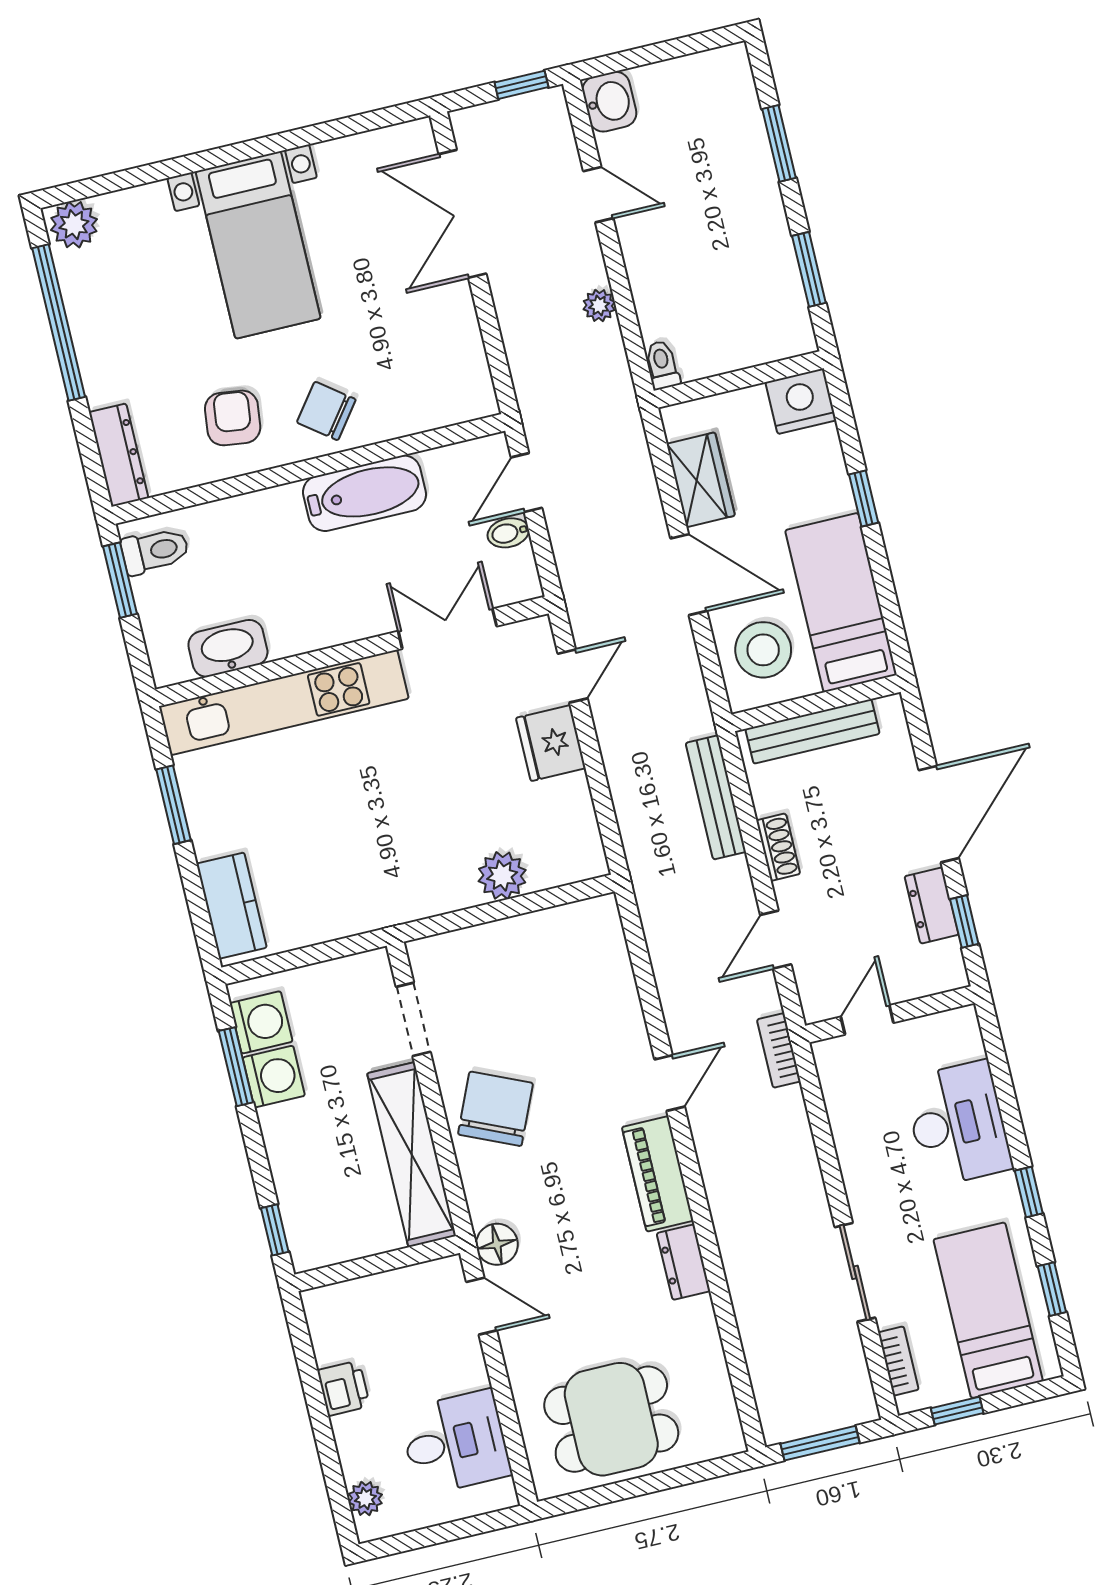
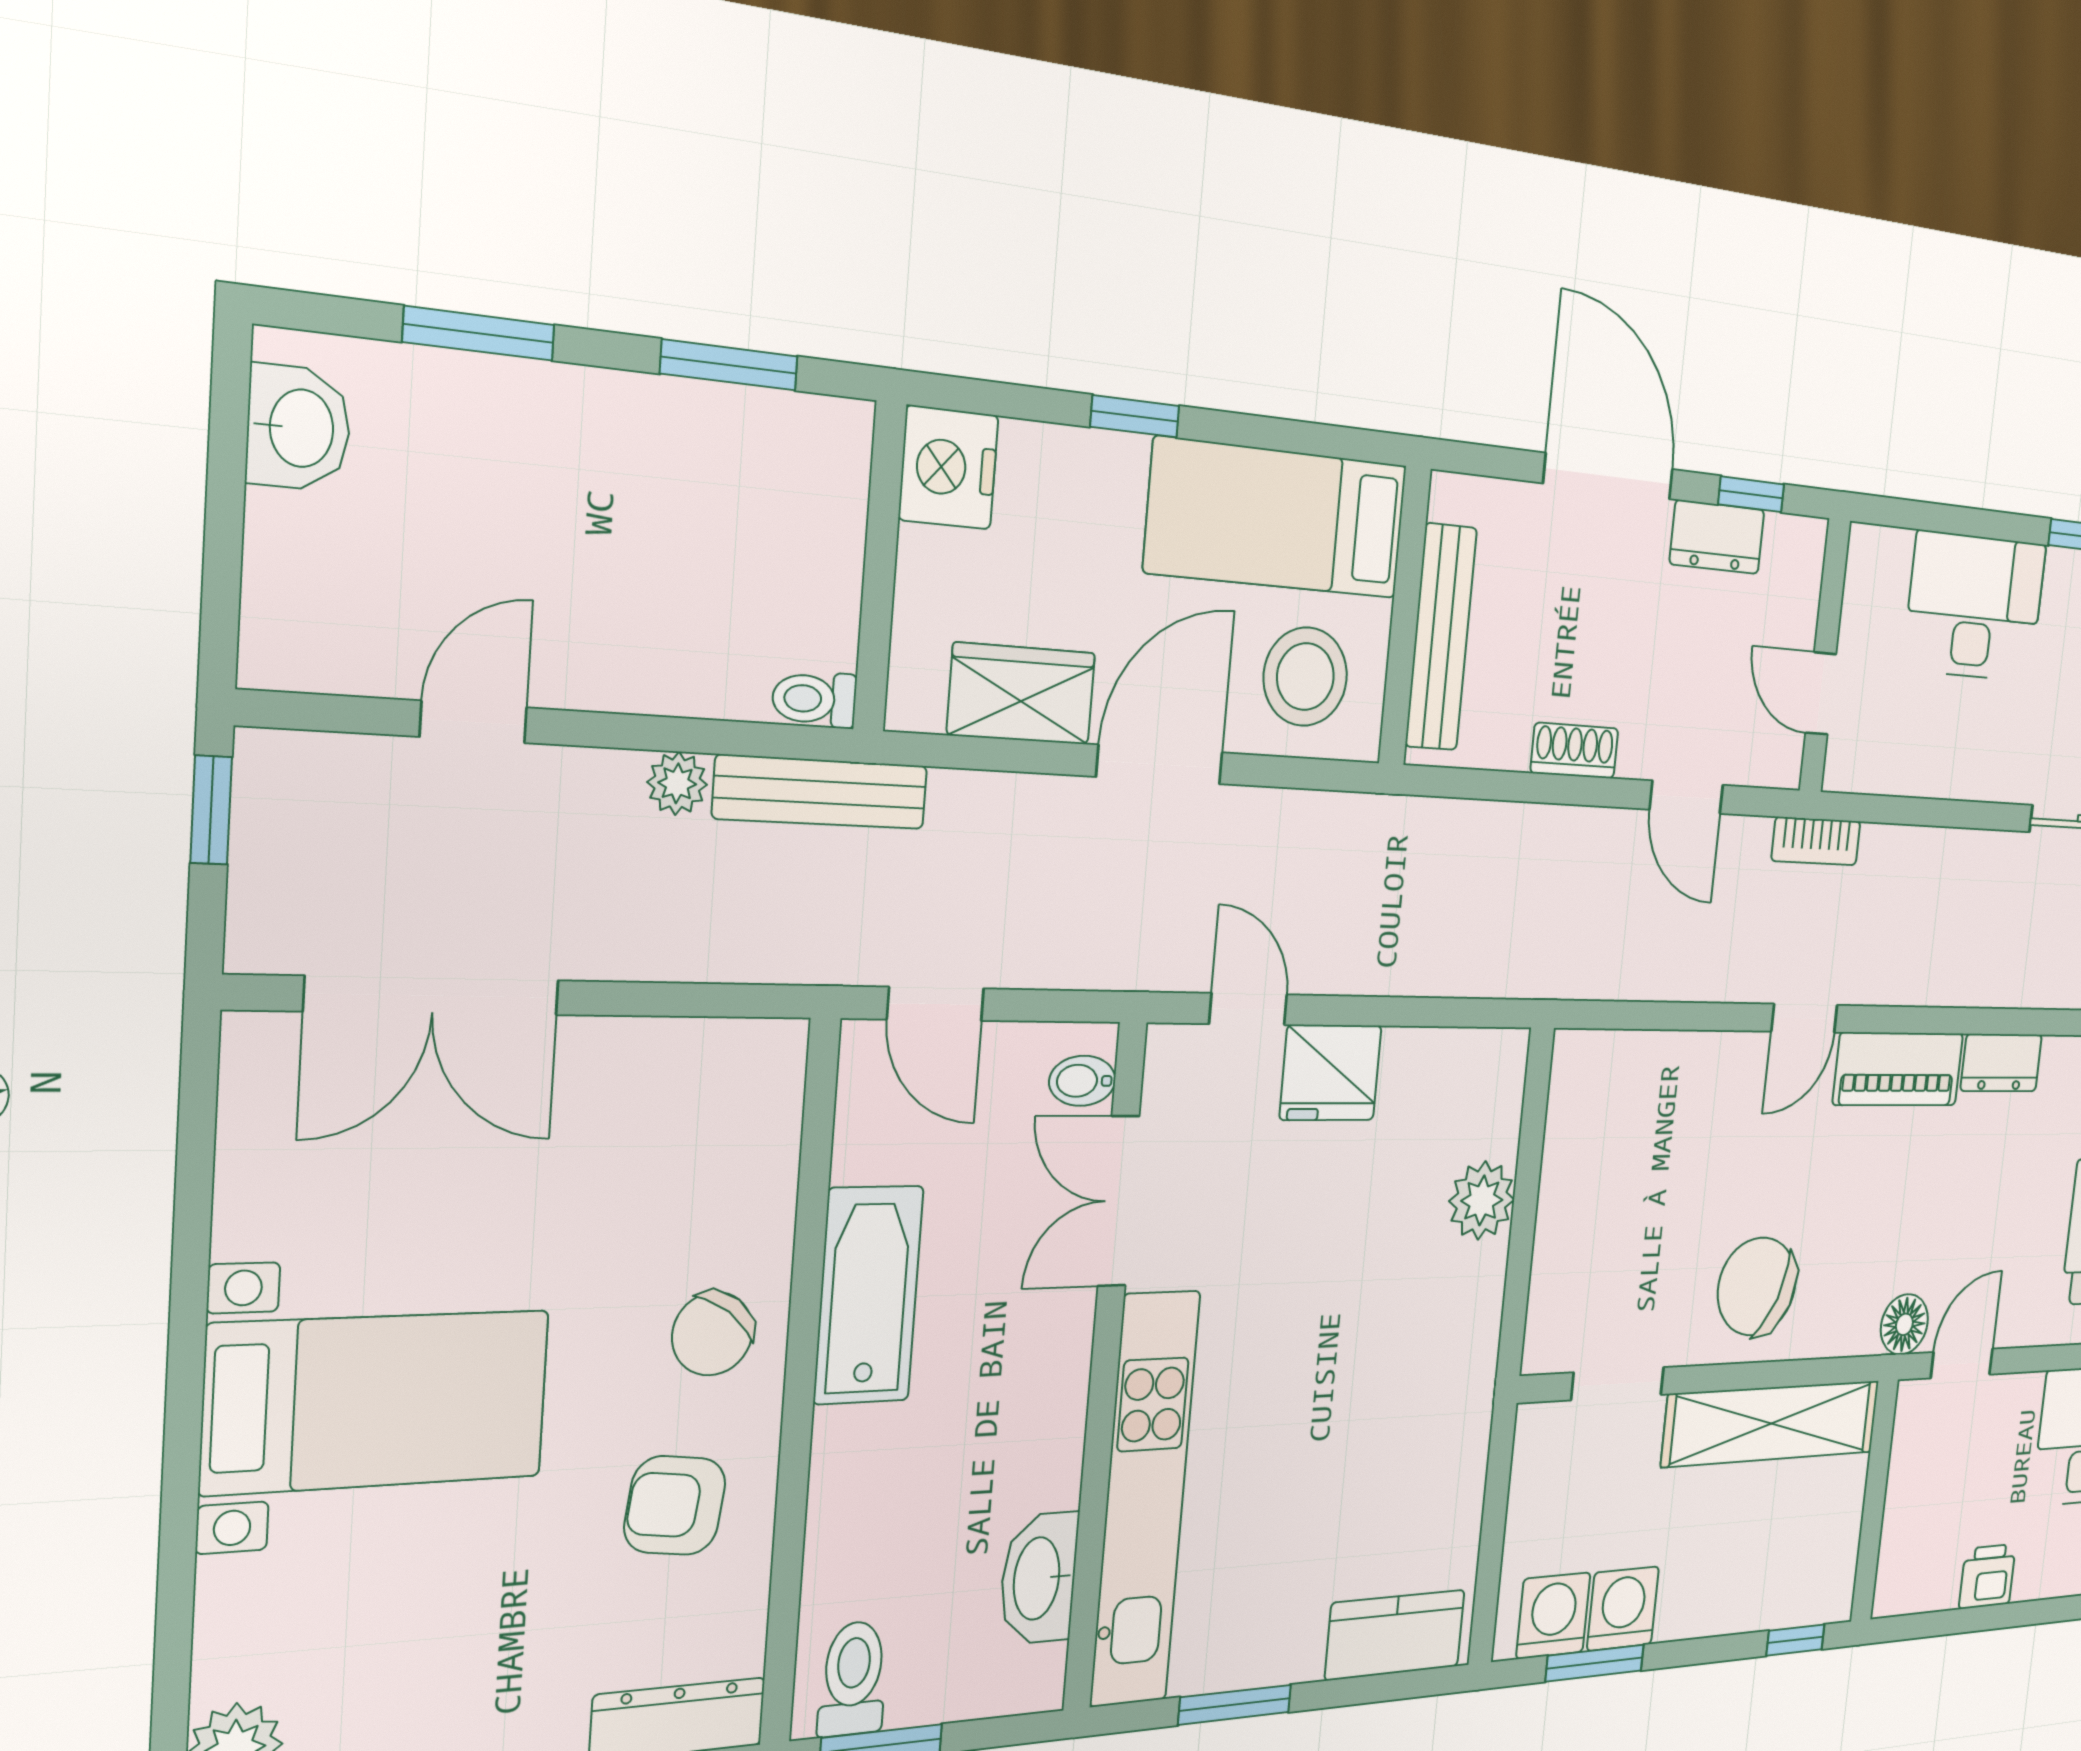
washbasin: (609, 102) -> (299, 428), moved, turned 90
bidet: (508, 533) -> (1082, 1081), moved, turned 90
bench: (716, 797) -> (821, 792), moved
door: (670, 1083) -> (1804, 1018), swing flipped

